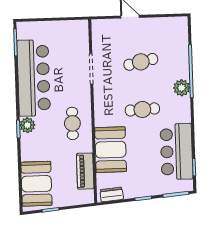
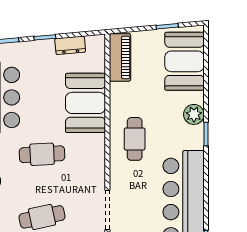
plant: (27, 125) -> (194, 114), moved
piano: (85, 171) -> (120, 57), moved
dresser: (112, 194) -> (70, 45), moved

